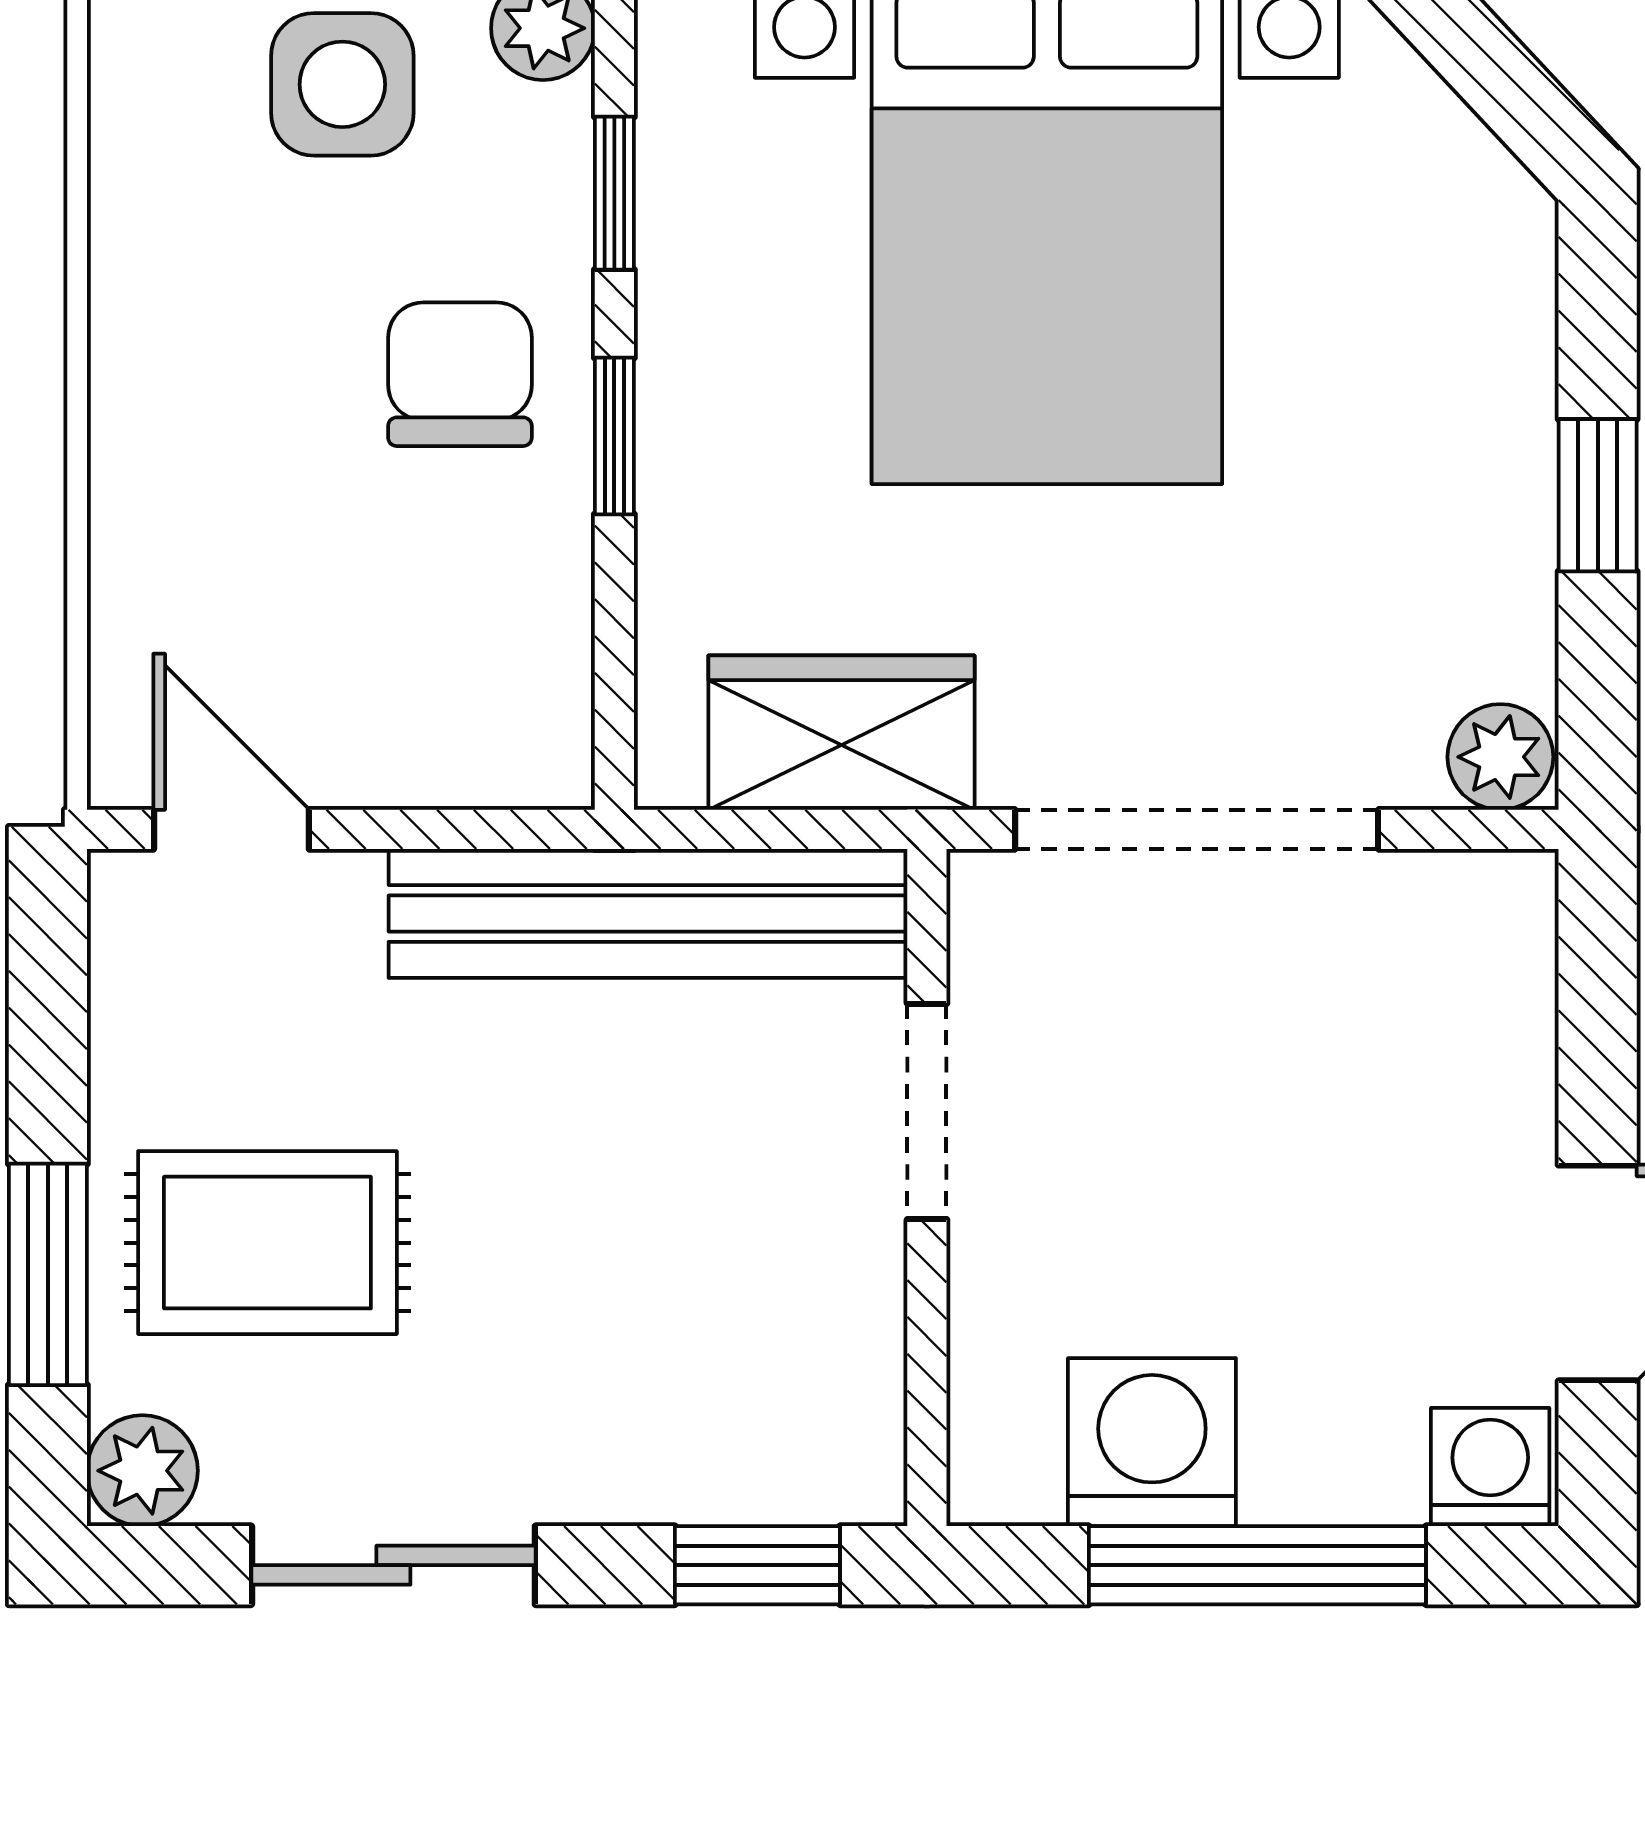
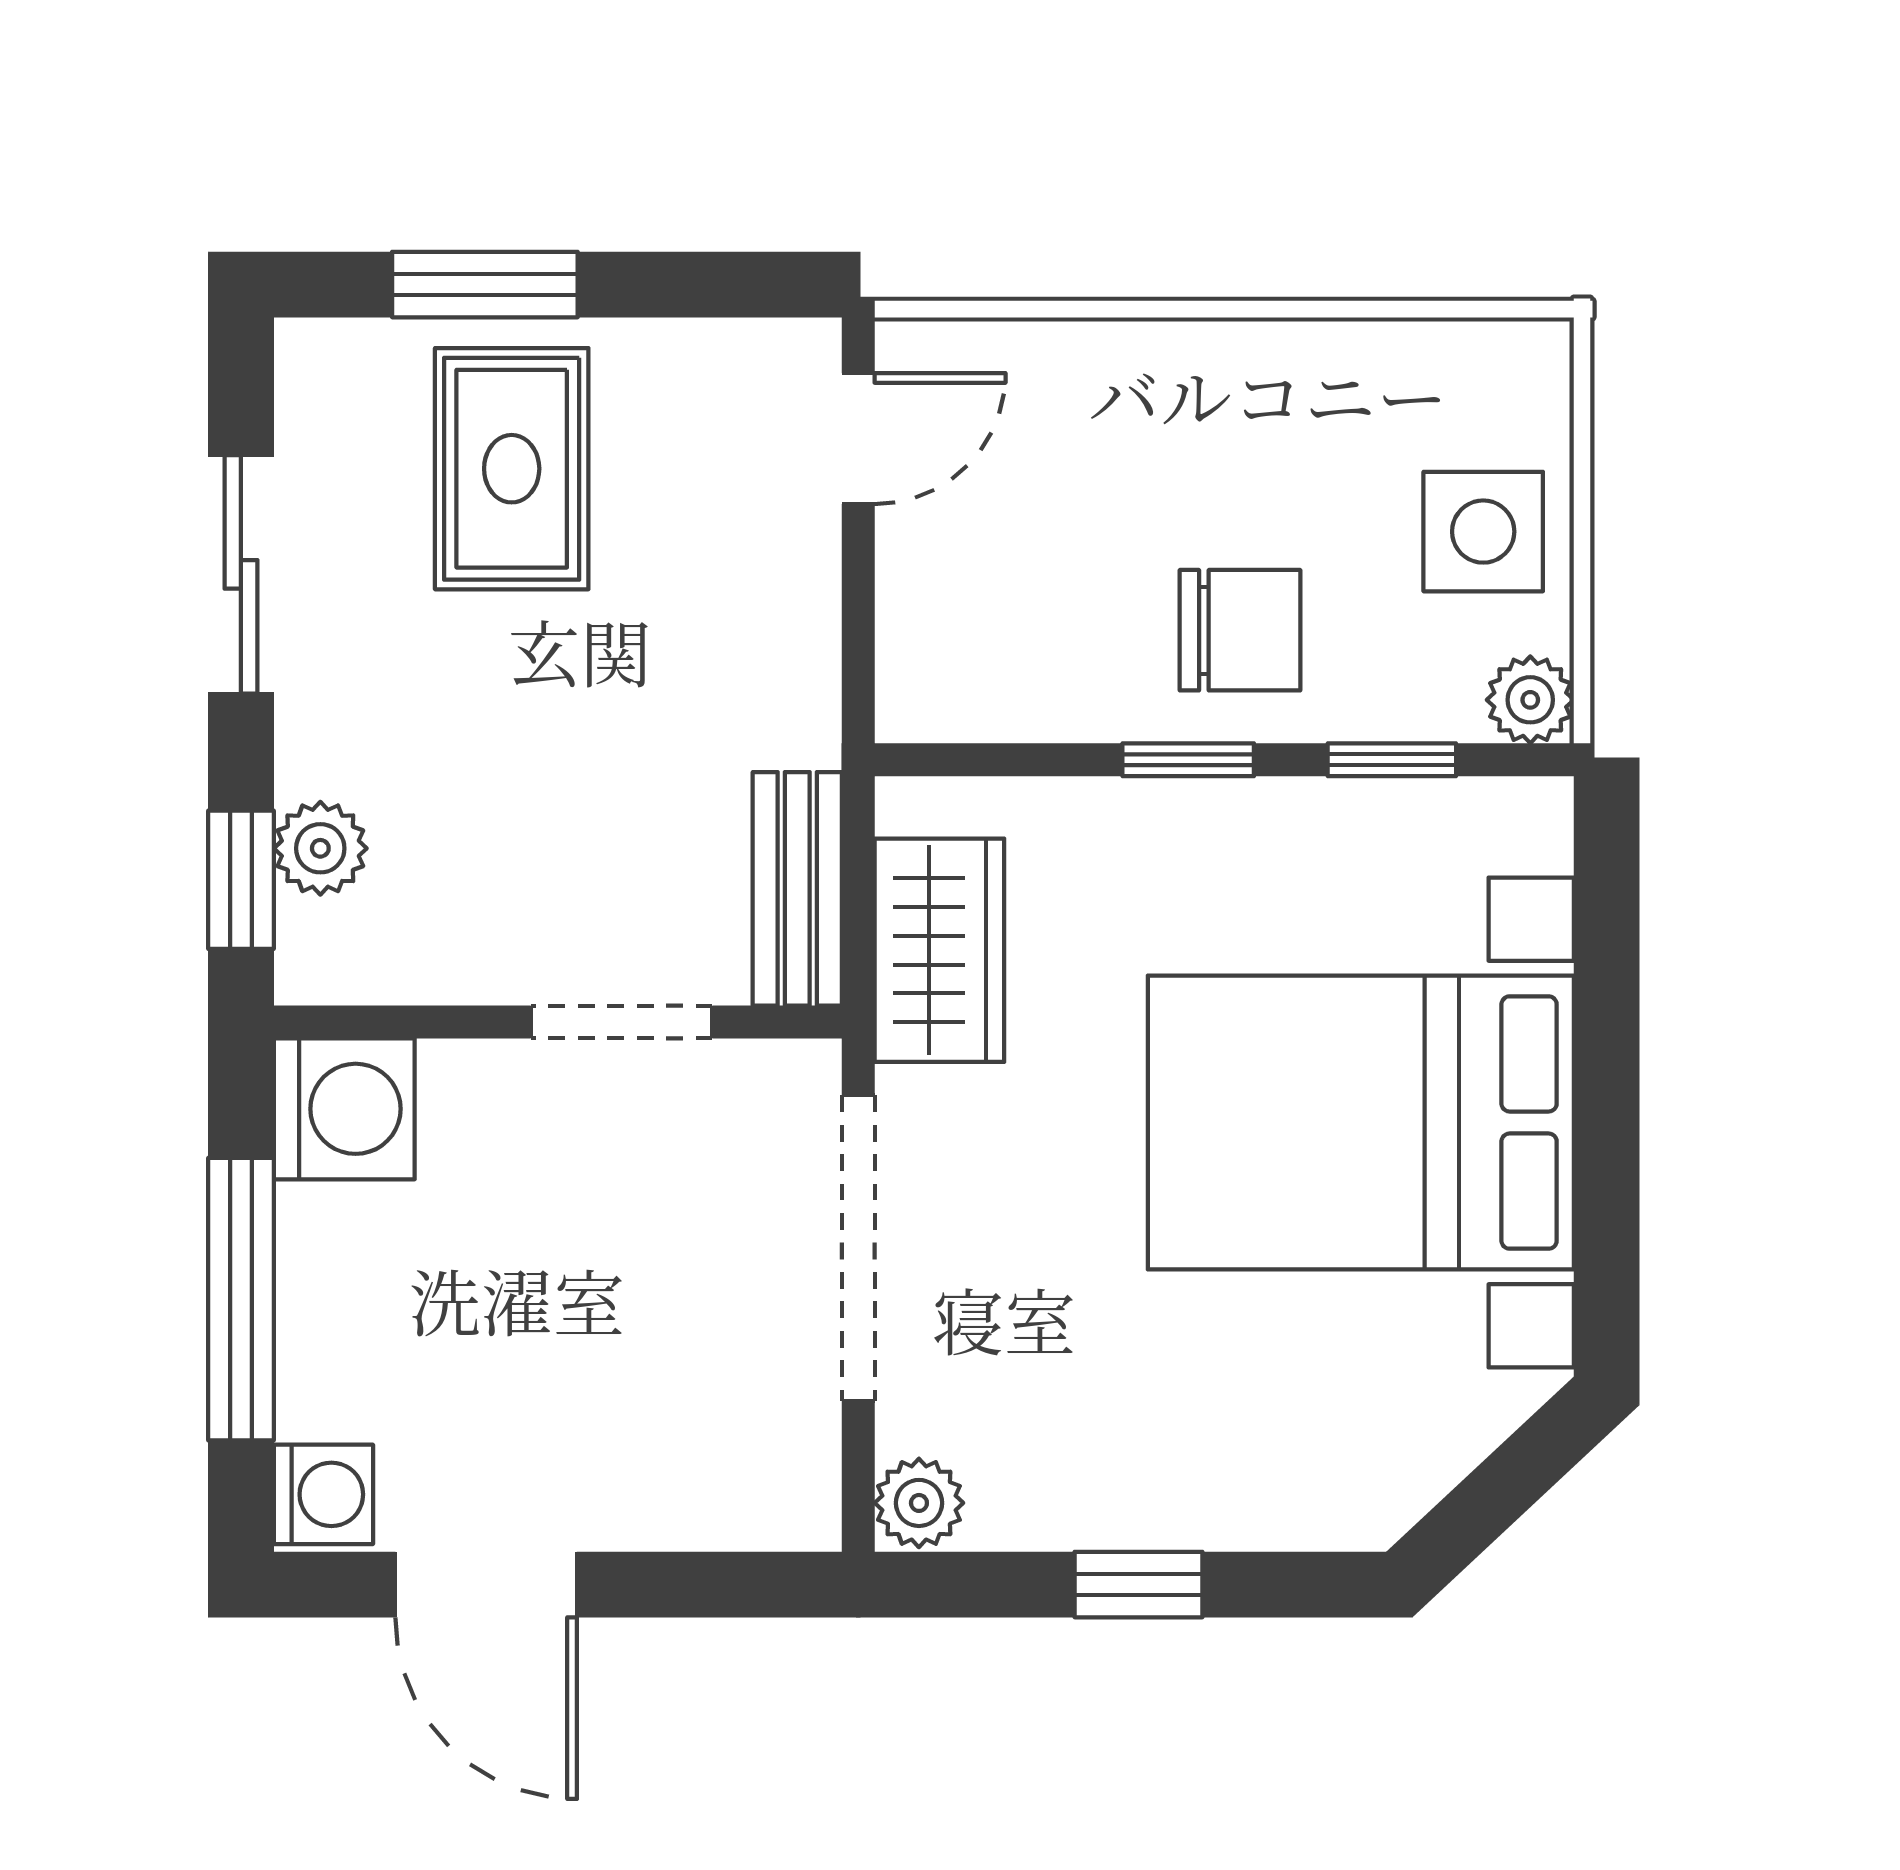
bench: (648, 913) -> (797, 889), width x0.54, depth x0.82
washing machine: (1152, 1442) -> (344, 1109), moved
plant: (142, 1471) -> (320, 848), moved

